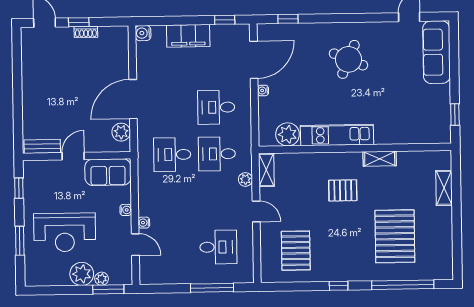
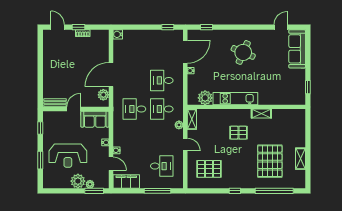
filing cabinet: (188, 36) -> (126, 182), moved, turned 180
shelving: (444, 188) -> (300, 159), moved
pallet: (296, 251) -> (209, 169), turned 90

